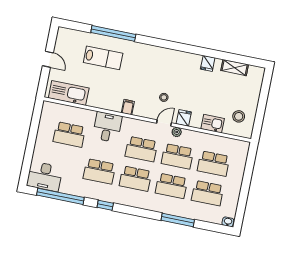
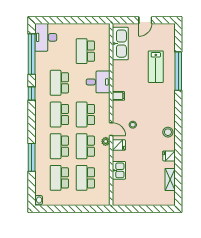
stool: (239, 116) -> (168, 132), moved

